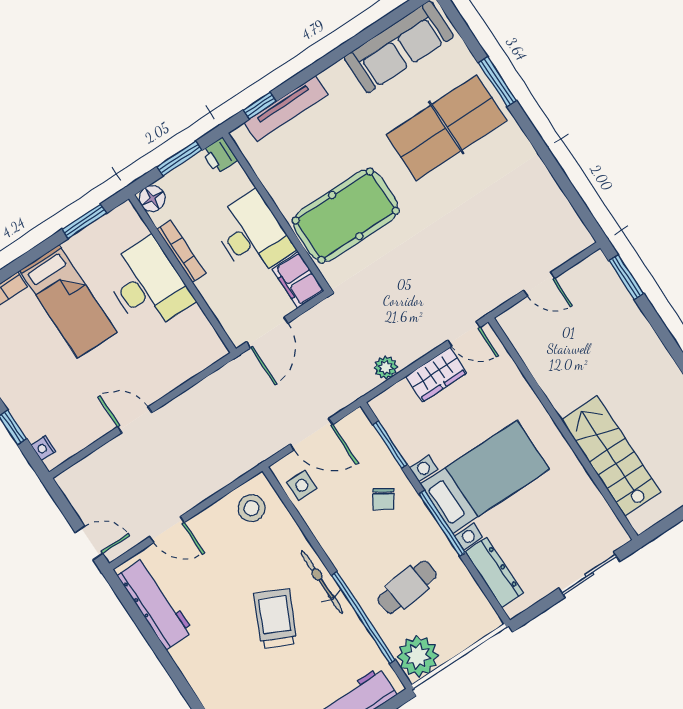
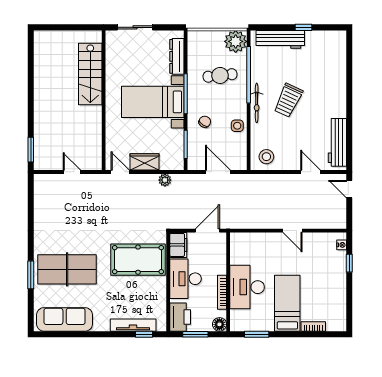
printer: (219, 156) -> (180, 317), width x1.87, depth x1.48
side table: (302, 485) -> (237, 126), moved

